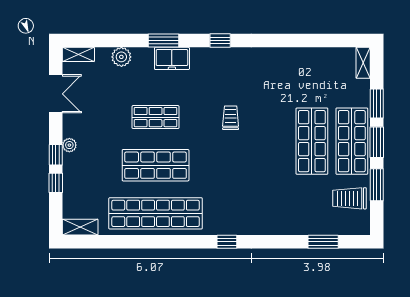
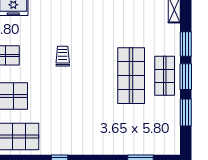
shop shelf: (352, 141) -> (165, 76), width x0.70, depth x0.74
trolley: (350, 198) -> (163, 124), removed

